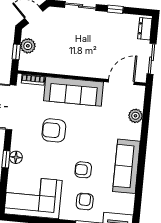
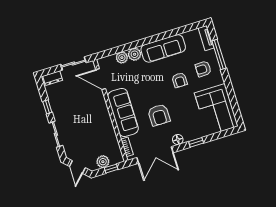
plant: (133, 132) -> (135, 54), added
floor lamp: (16, 157) -> (178, 140), moved

